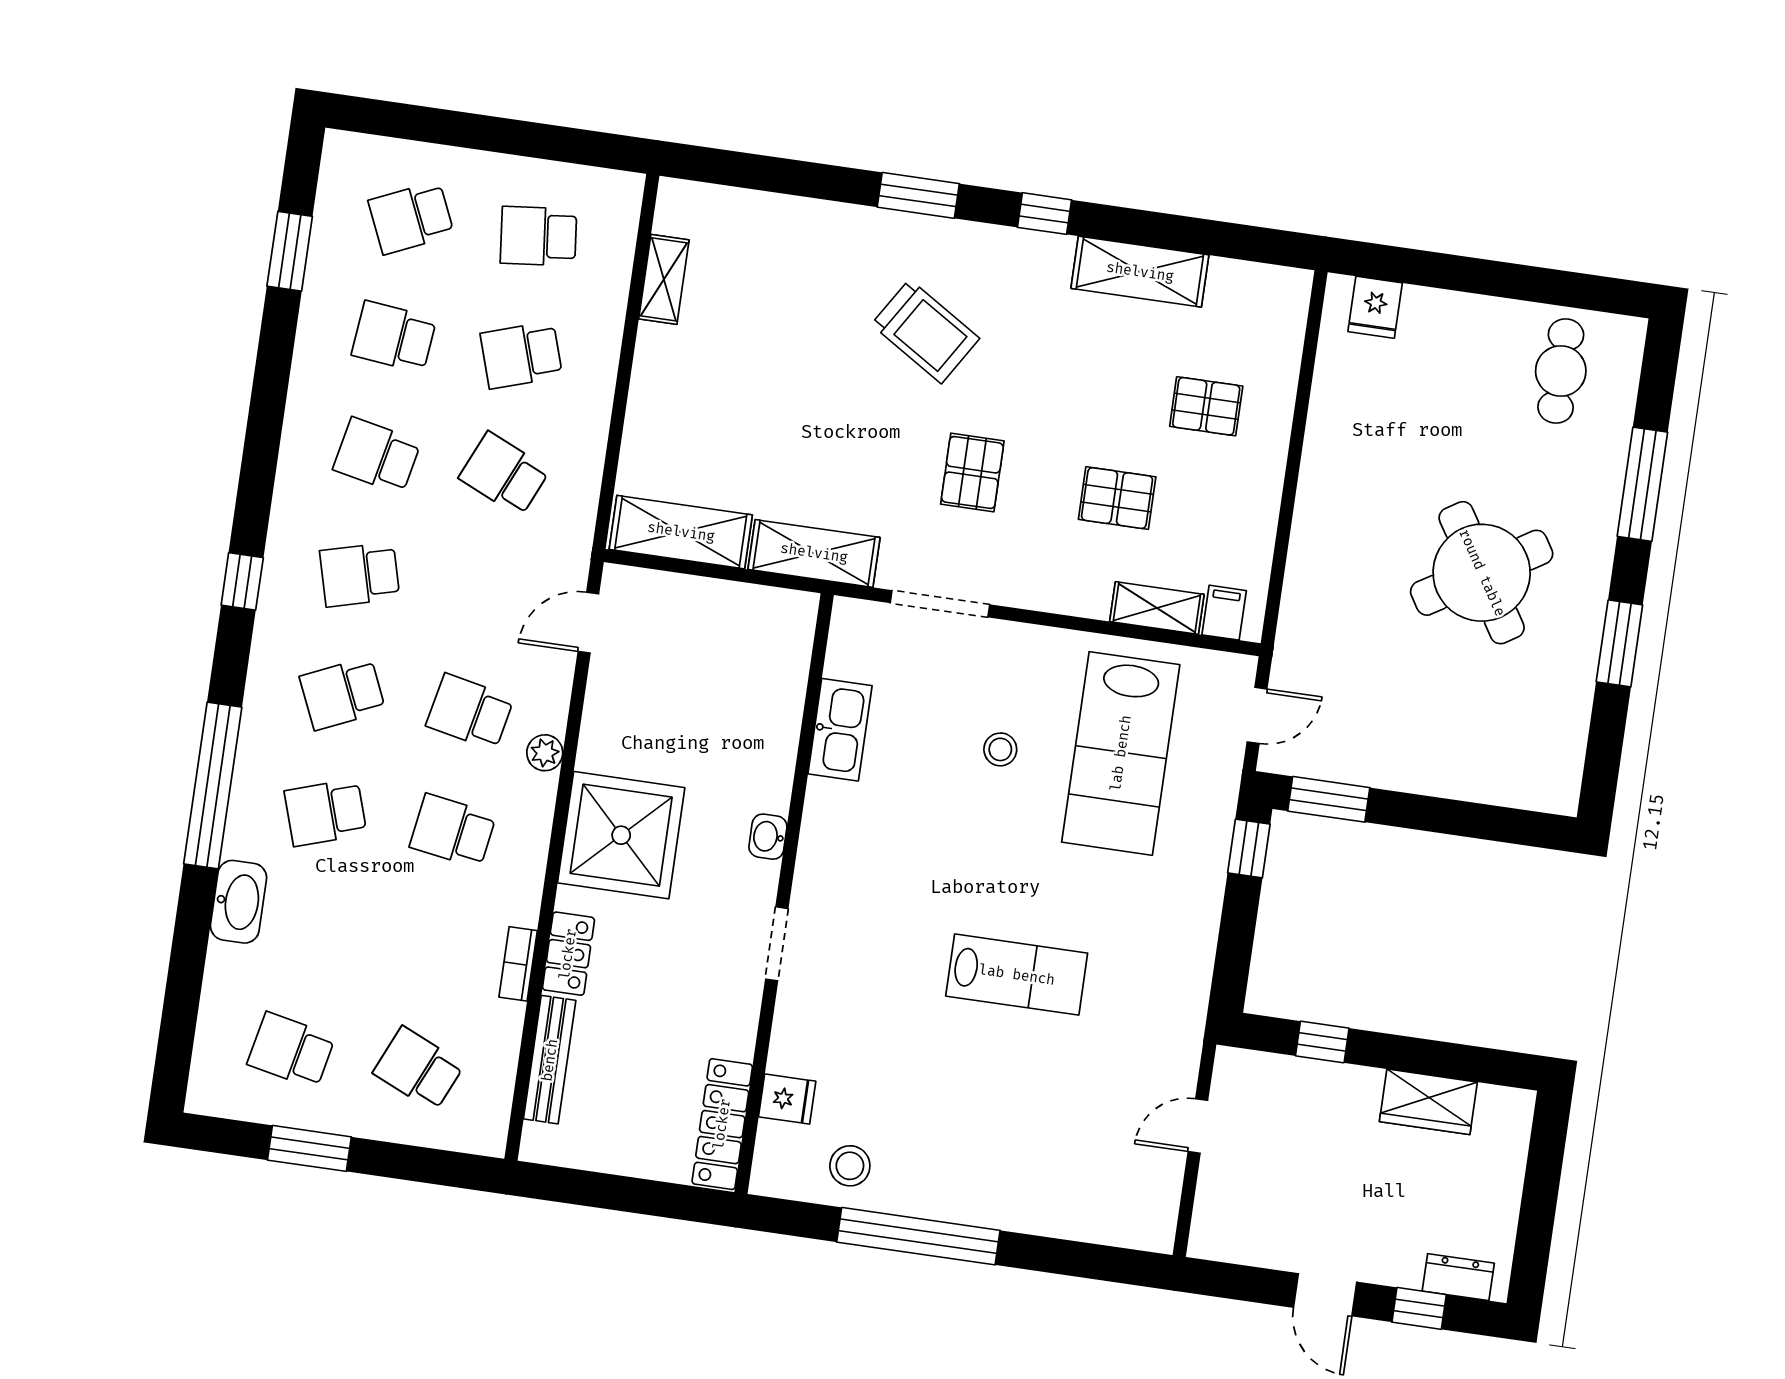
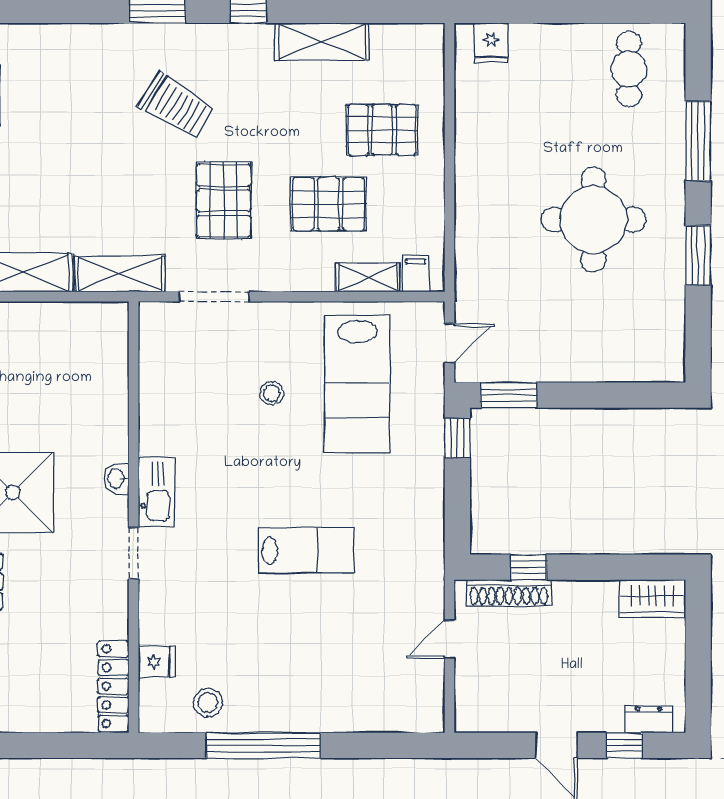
pallet: (1206, 406) -> (382, 130), width x1.50, depth x1.42
pallet: (972, 473) -> (224, 201), width x1.50, depth x1.42
pallet: (1117, 498) -> (329, 204), width x1.50, depth x1.42
round table: (1482, 573) -> (594, 220), turned 32
kitchen sink: (840, 730) -> (156, 492), moved
shoe rack: (1290, 1074) -> (509, 593), added
wardrobe: (1428, 1102) -> (652, 599), moved

